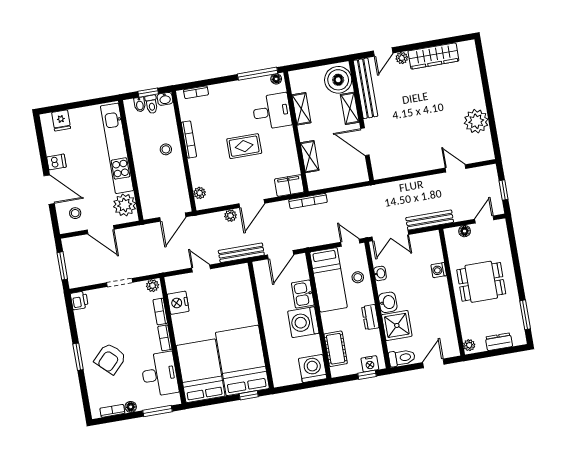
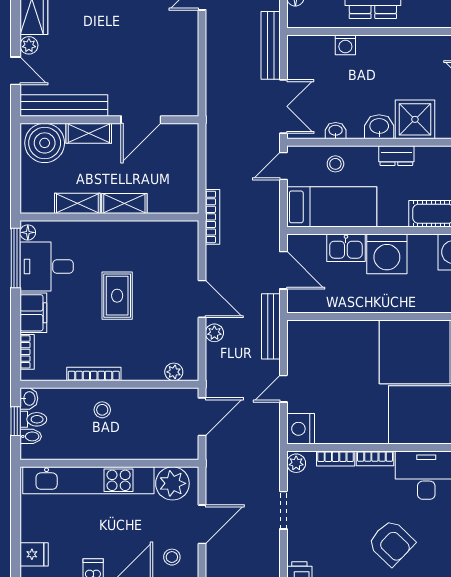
desk: (272, 111) -> (47, 267), moved, turned -90
shelving: (310, 157) -> (124, 203), moved
filing cabinet: (289, 186) -> (33, 313), moved, turned 180
door: (173, 217) -> (202, 417), hinge flipped
nightstand: (178, 303) -> (301, 429), moved, turned 90

